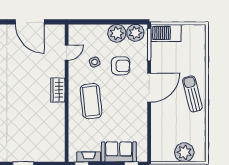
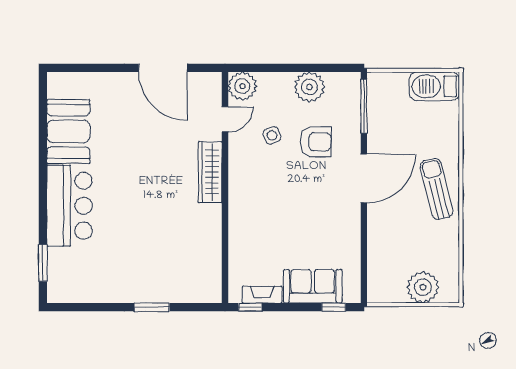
plant: (135, 33) -> (242, 86), moved
barbecue: (166, 33) -> (434, 86), moved
wardrobe: (58, 90) -> (210, 172), width x1.50
coffee table: (91, 101) -> (266, 201), removed

